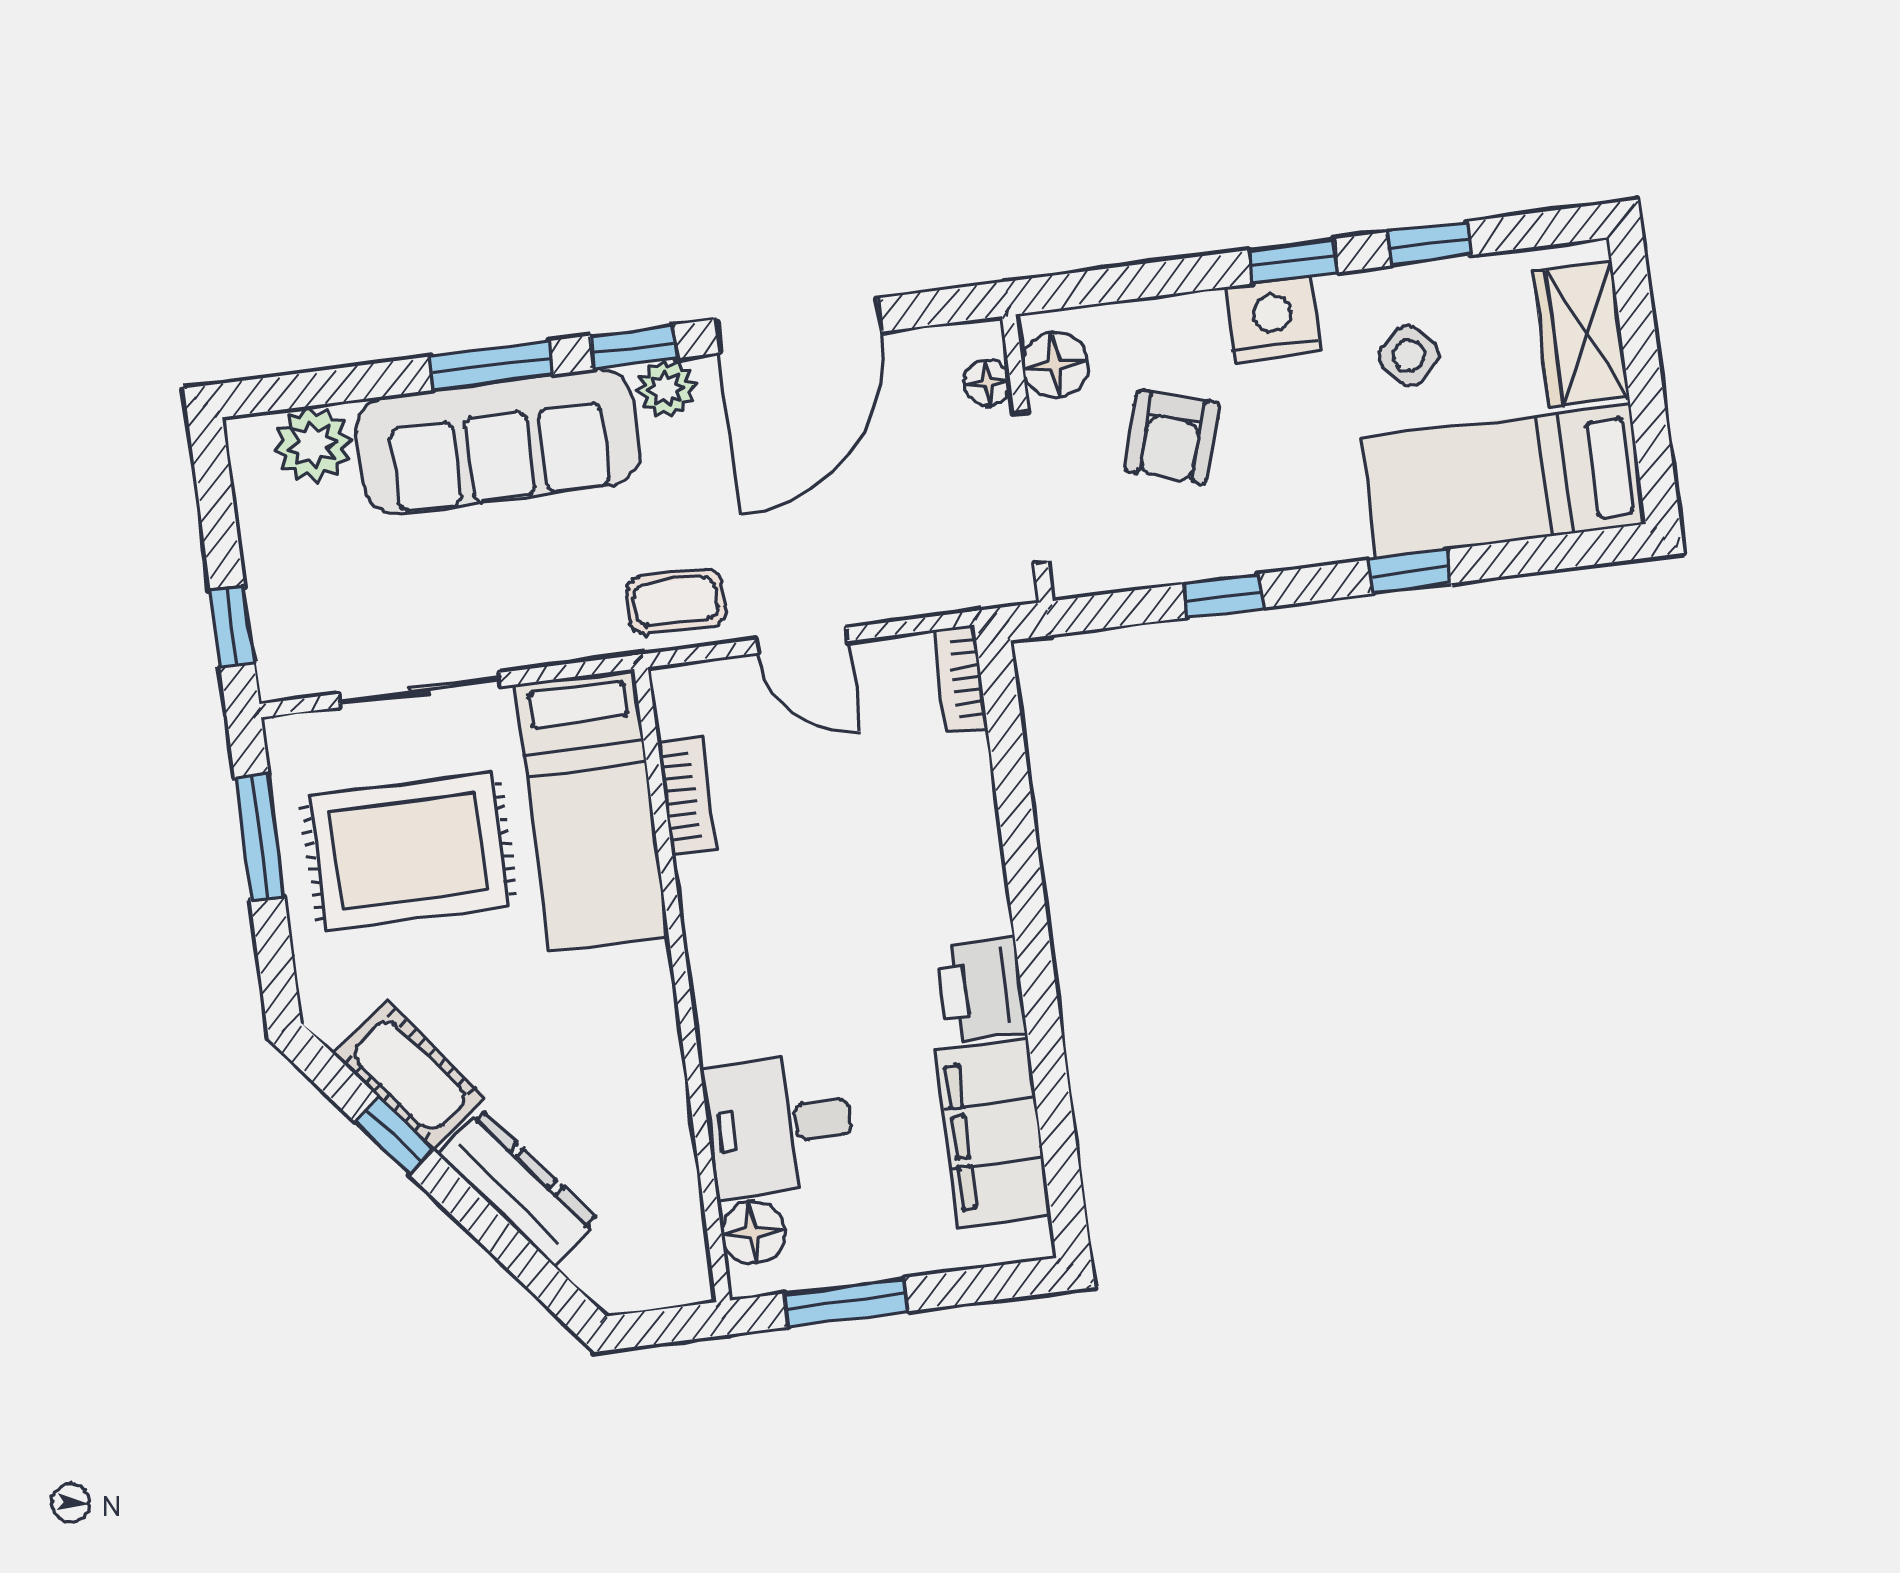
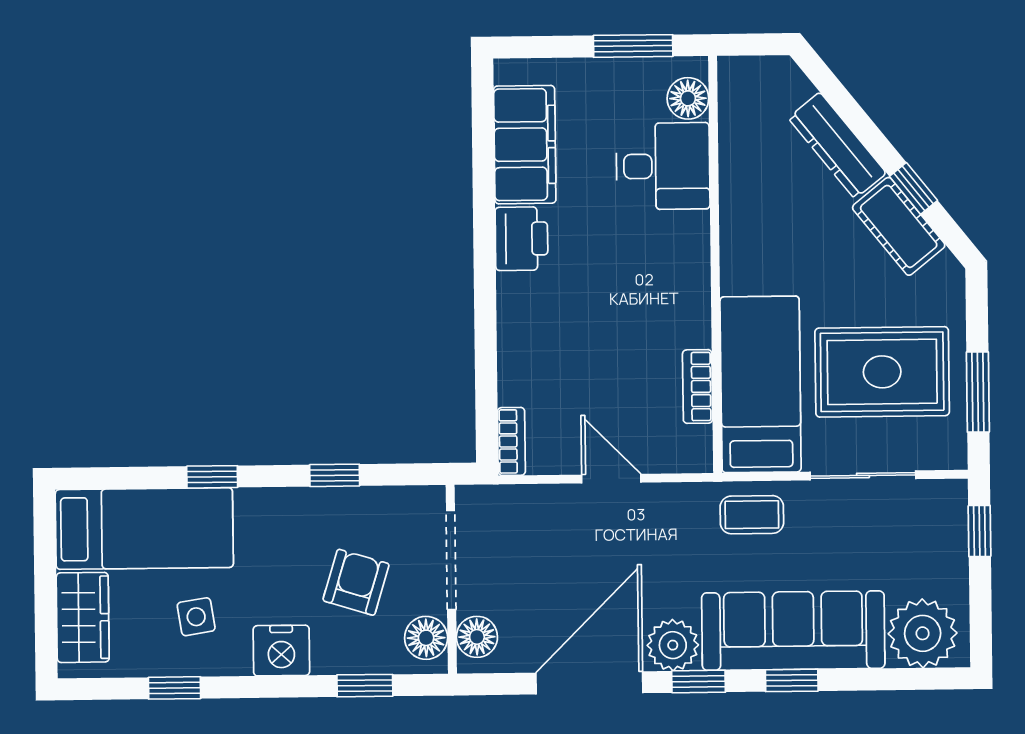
window: (1293, 261) -> (365, 686), moved
side table: (1409, 356) -> (196, 617), turned 33
window: (491, 365) -> (792, 680), width x0.67
floor lamp: (988, 383) -> (477, 637), width x1.37, depth x1.37
plant: (666, 389) -> (673, 645), width x1.38, depth x1.38
plant: (313, 445) -> (923, 633), width x1.36, depth x1.36
coffee table: (676, 601) -> (752, 515), moved

